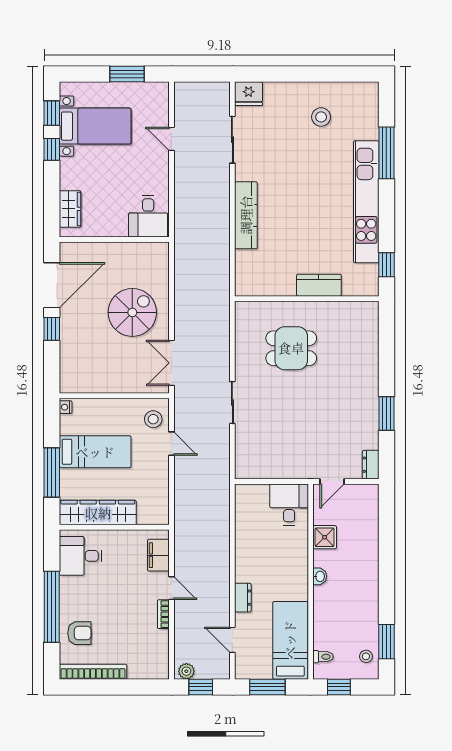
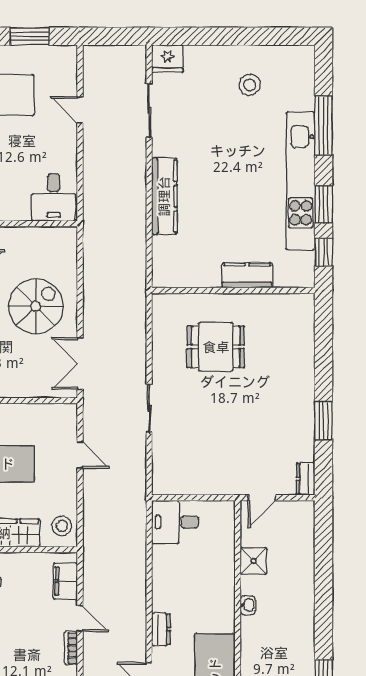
window: (386, 222) -> (323, 204), added
stool: (153, 419) -> (62, 526), moved
desk: (289, 504) -> (175, 522), moved, turned -90

